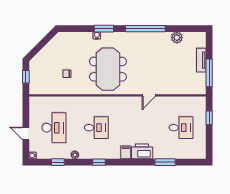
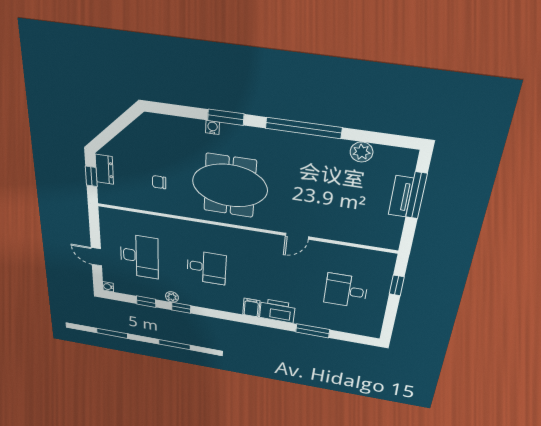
meeting table: (108, 69) -> (230, 186), turned 90
dresser: (34, 71) -> (104, 169), added
window: (209, 73) -> (416, 195), moved
desk: (181, 128) -> (346, 291), turned 180
window: (99, 162) -> (181, 308), moved

